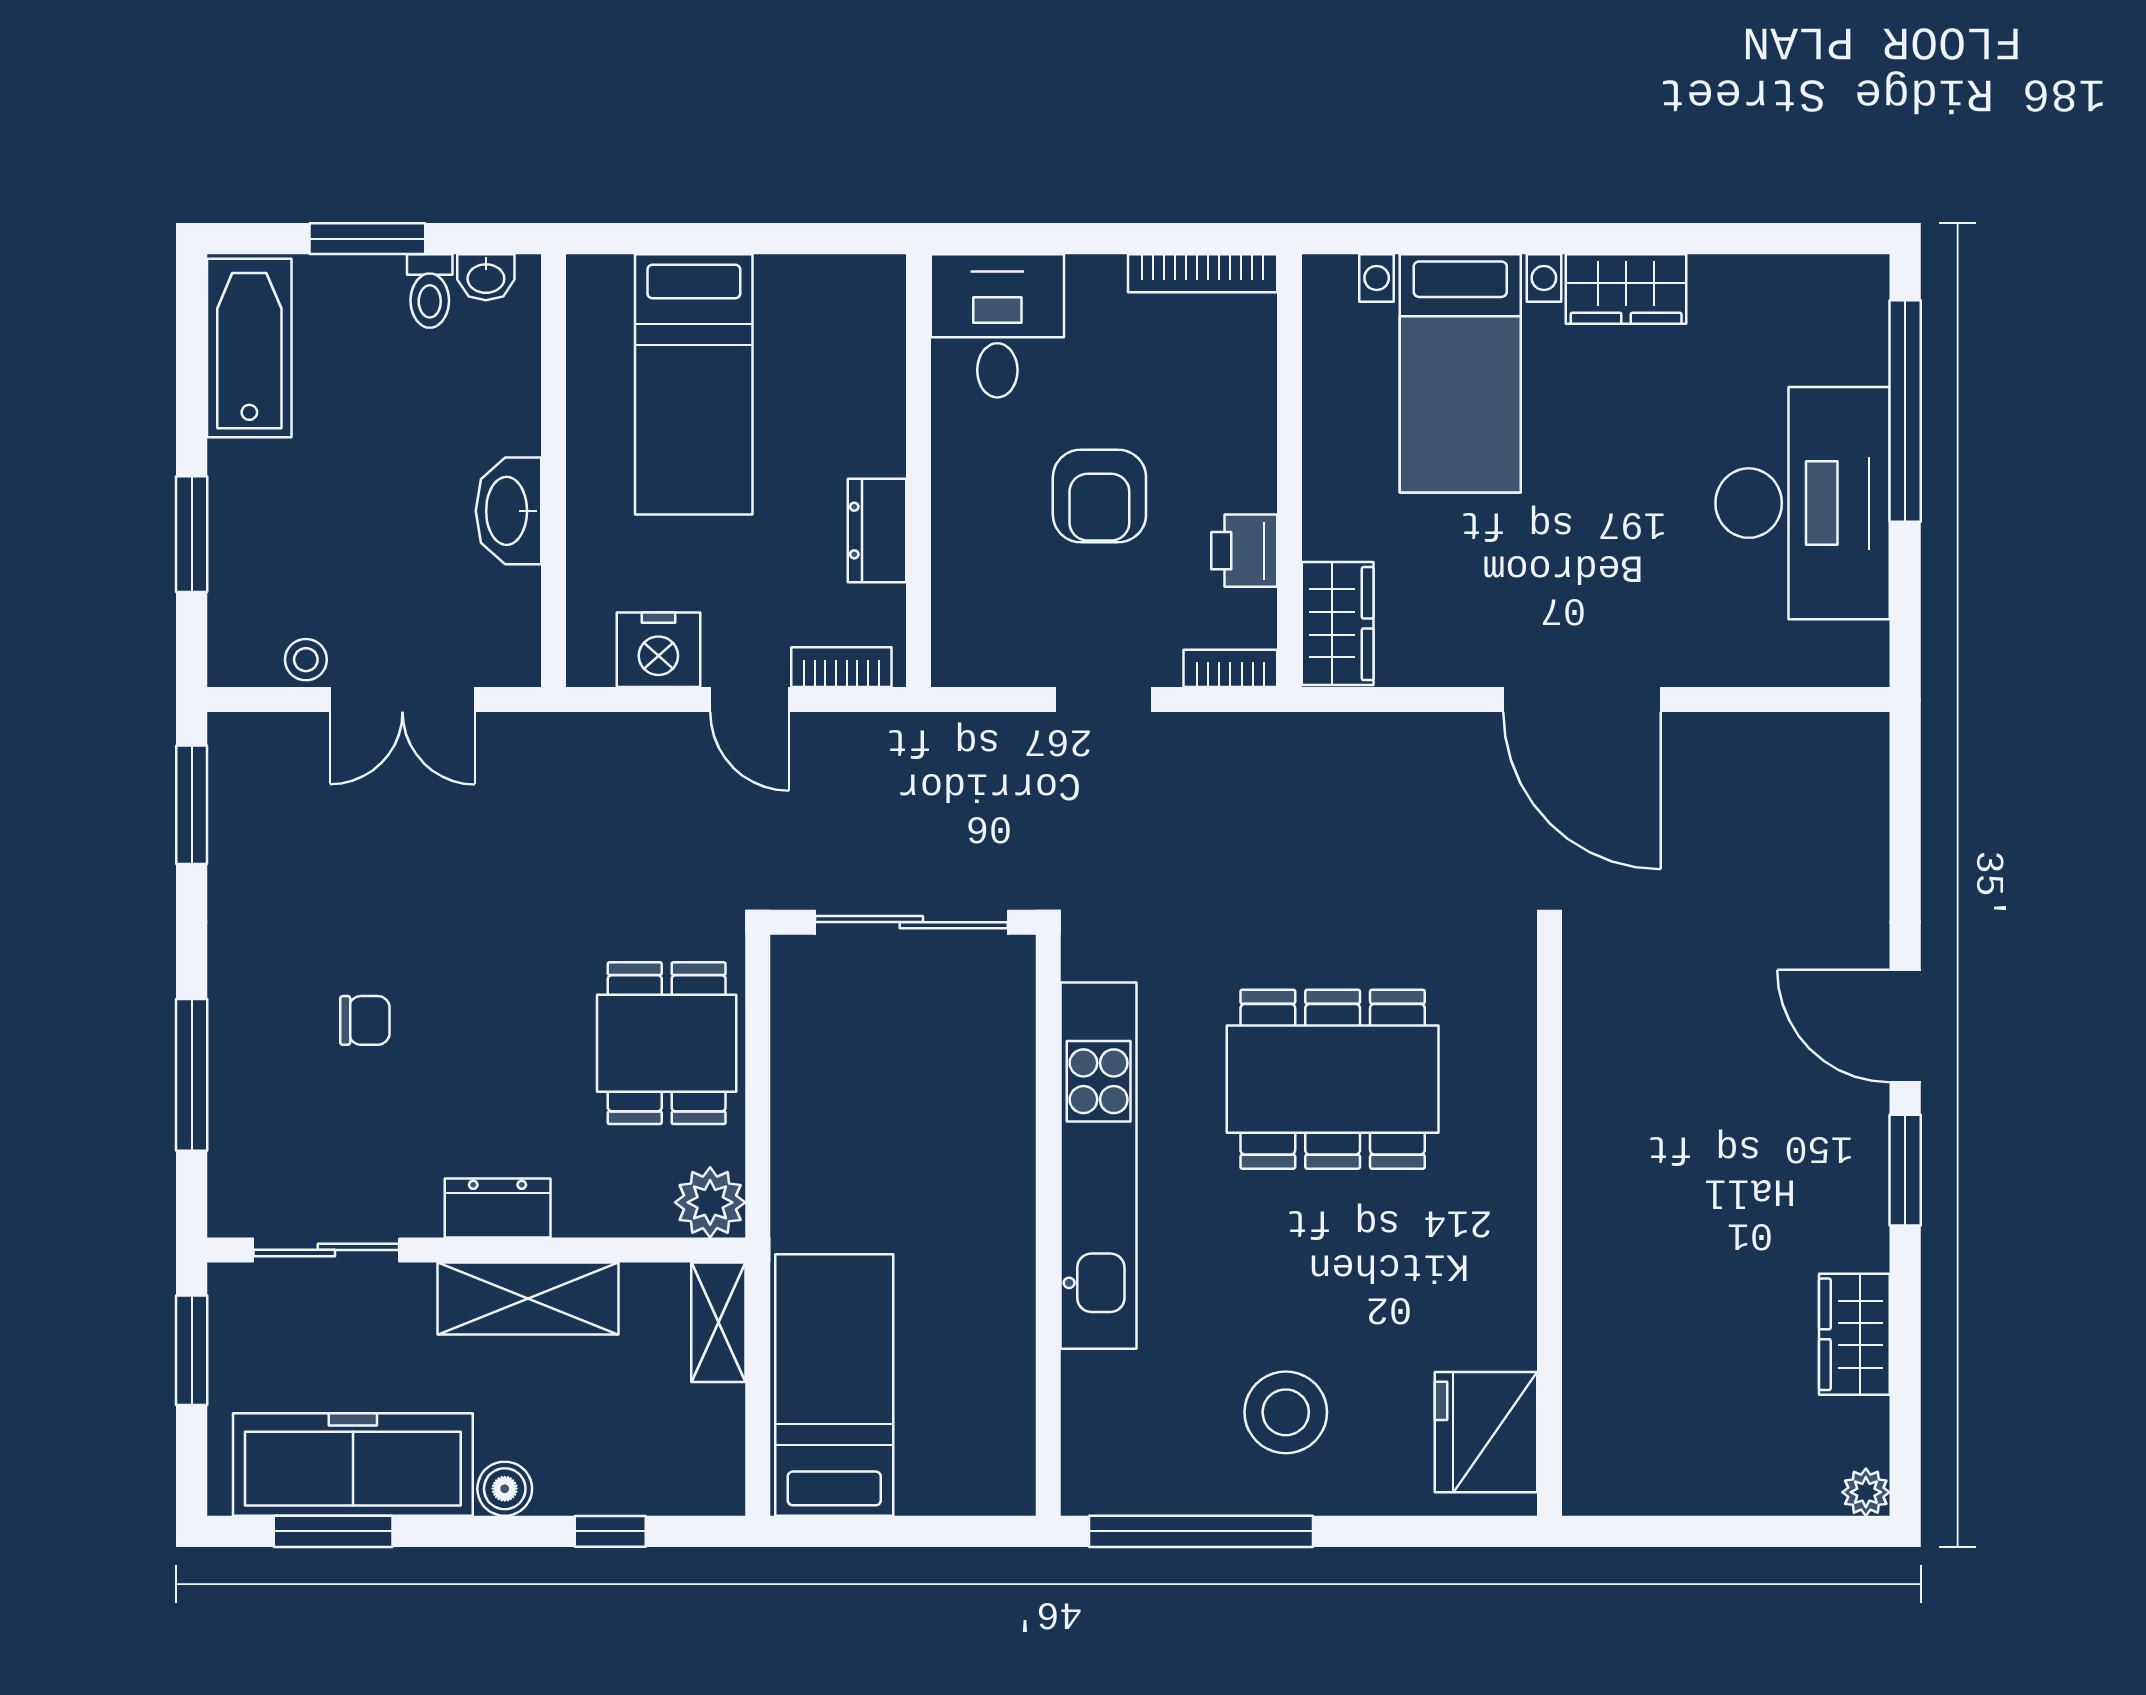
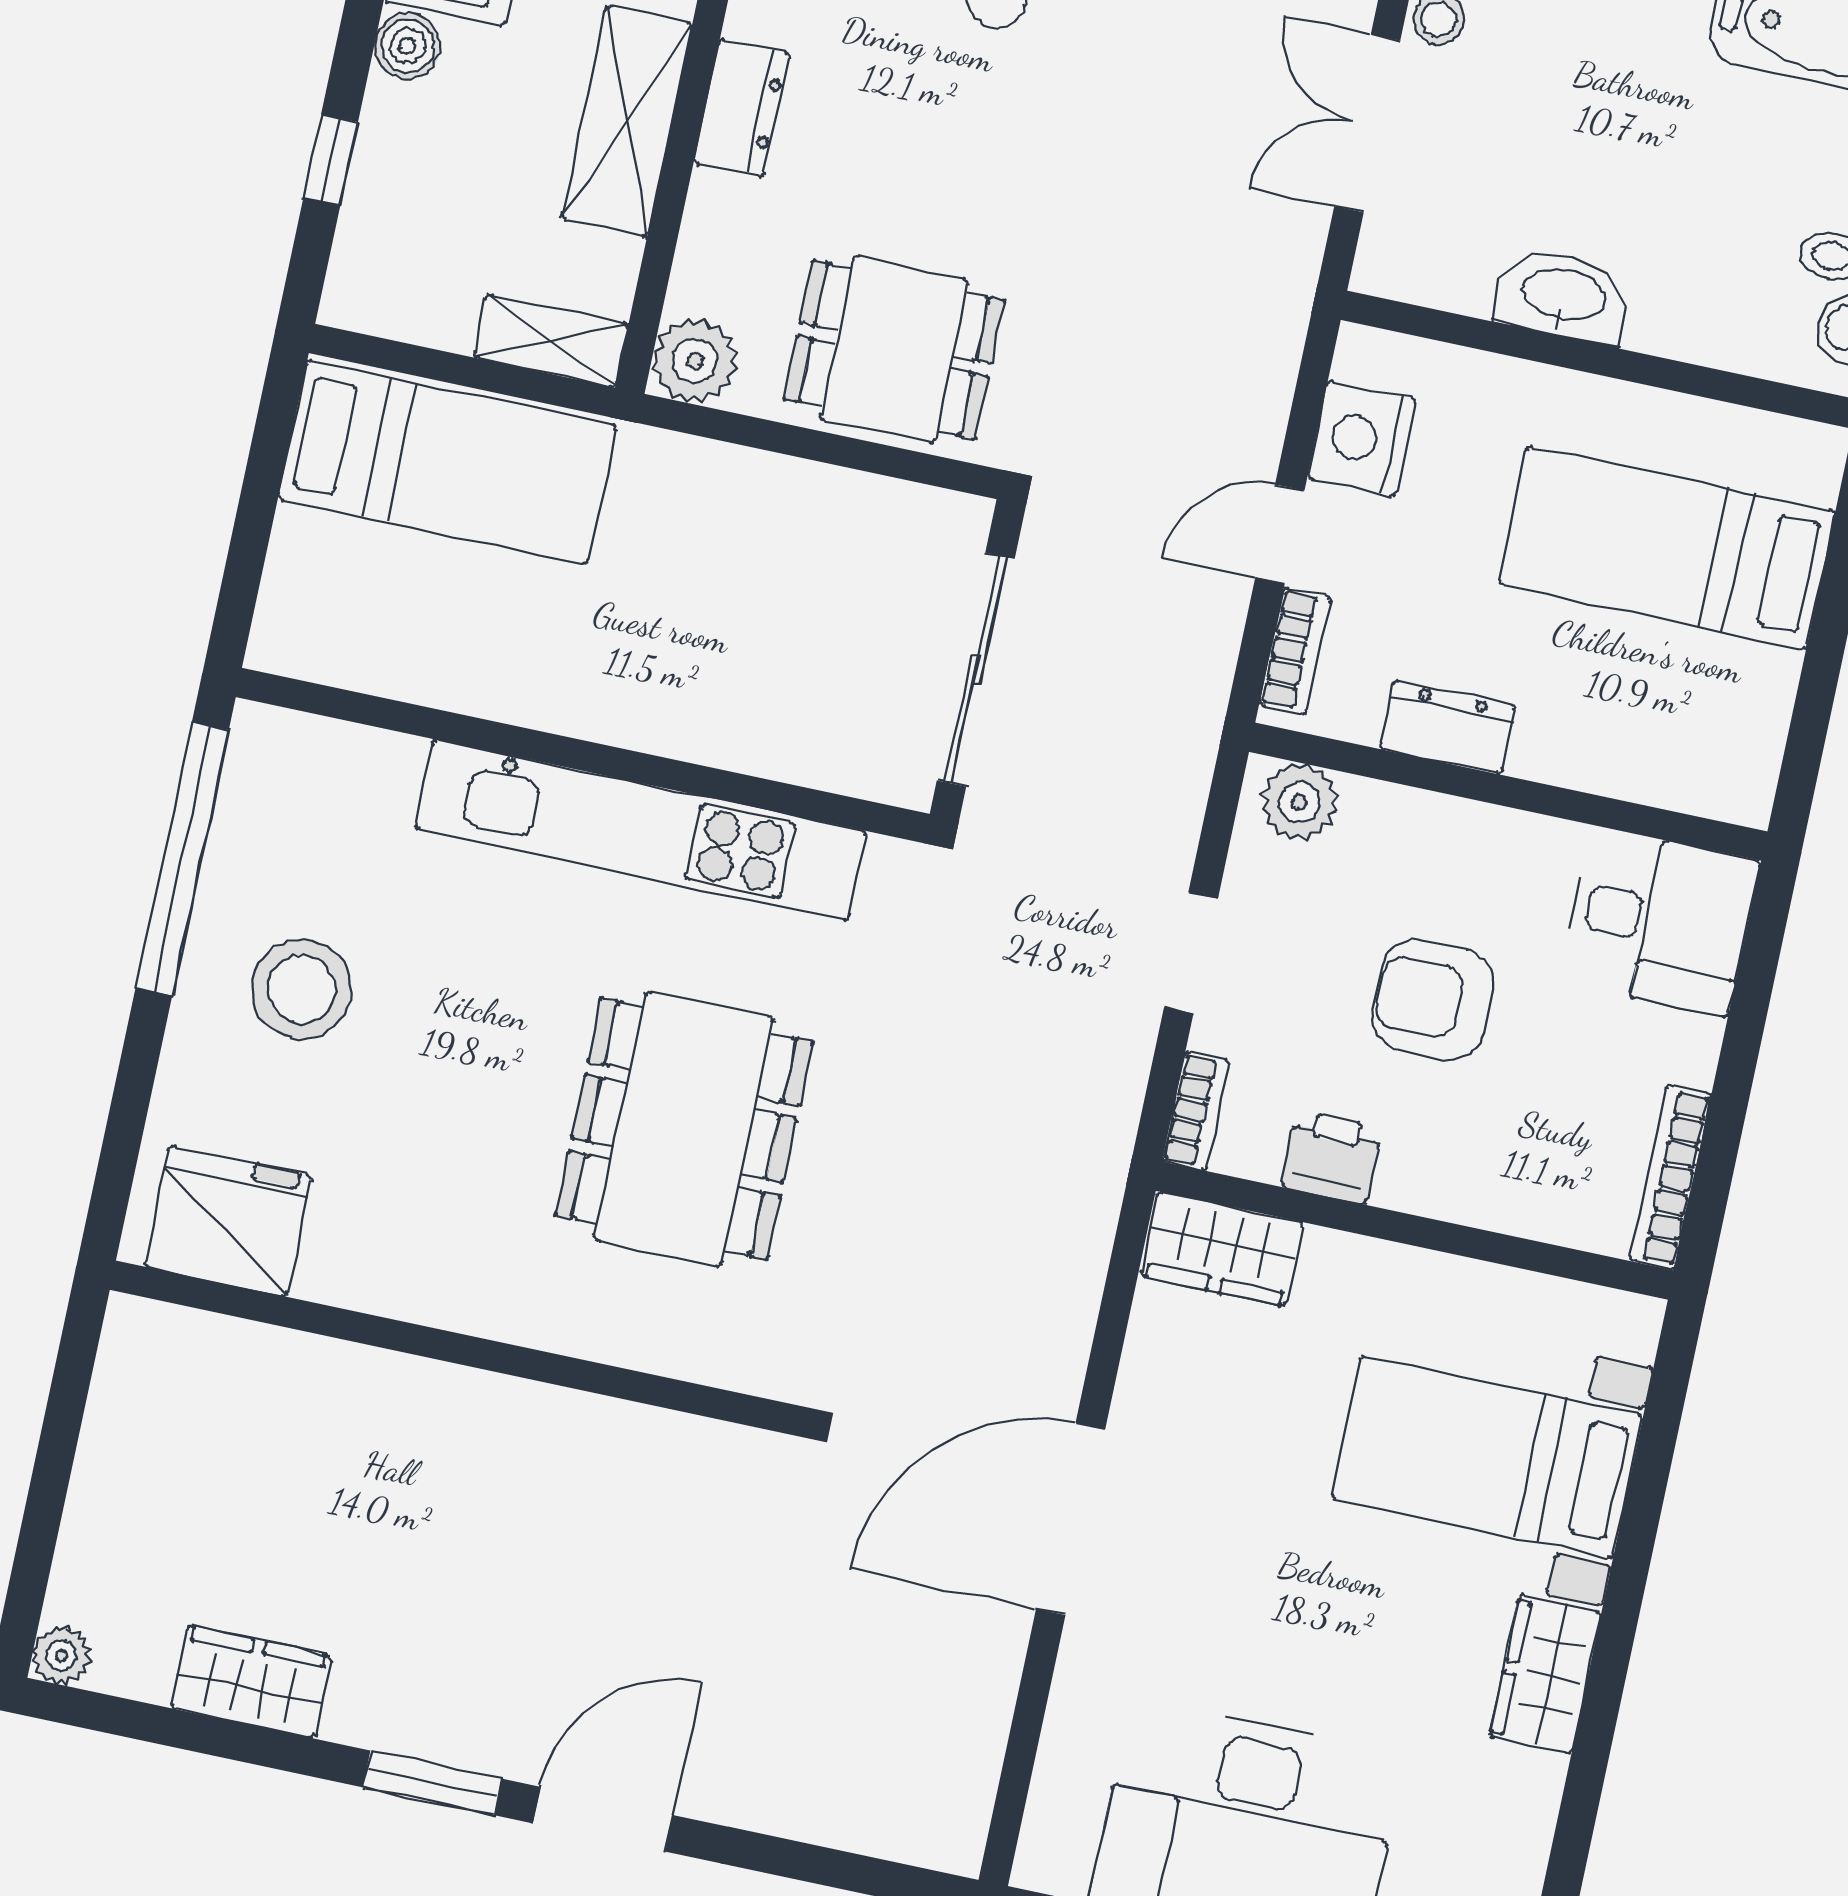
plant: (963, 638) -> (1299, 802), added

